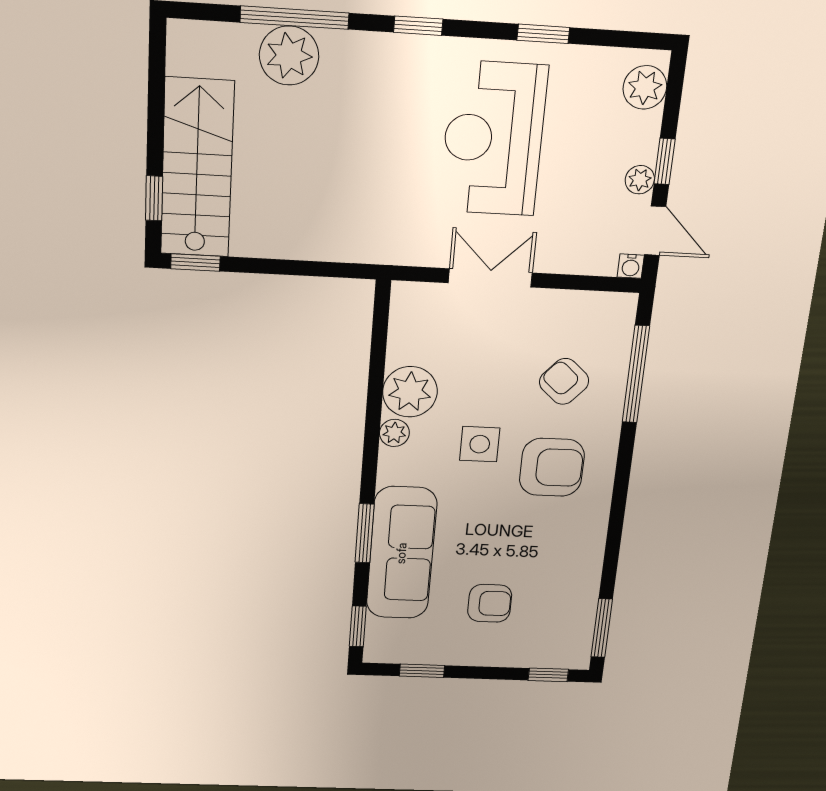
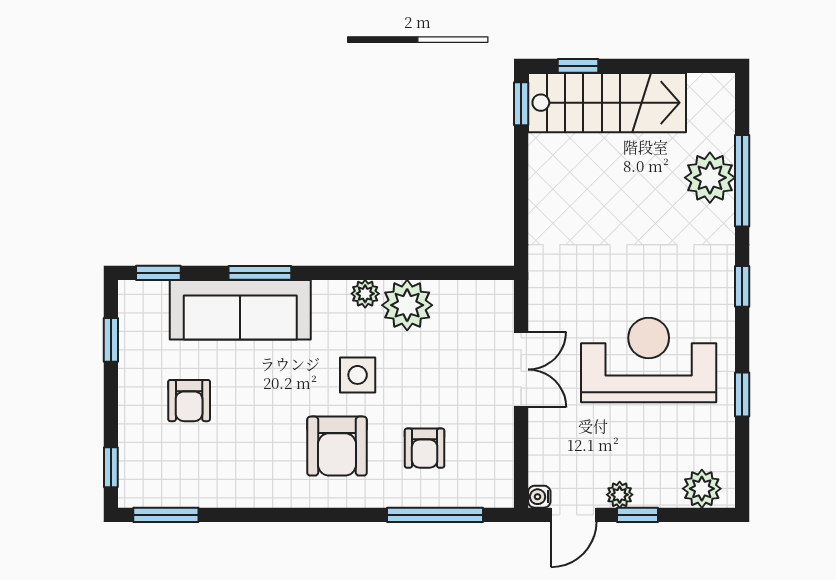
armchair: (564, 381) -> (425, 448), turned 138

